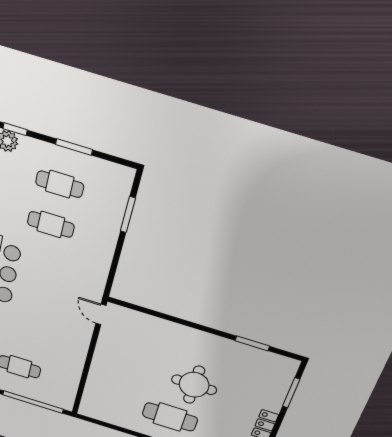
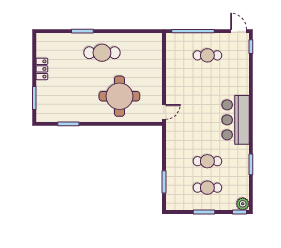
door: (101, 314) -> (164, 112), hinge flipped
round table: (194, 385) -> (119, 96), moved, width x1.36, depth x1.36

